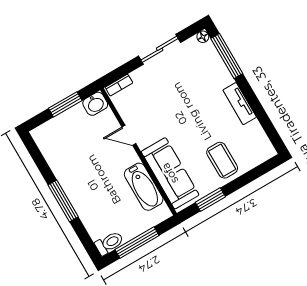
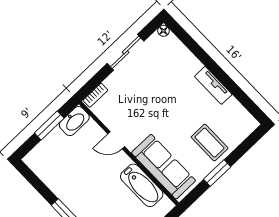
window: (227, 56) -> (190, 43), removed
washbasin: (95, 104) -> (74, 121), width x1.38
window: (210, 200) -> (217, 173), moved

